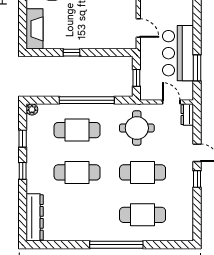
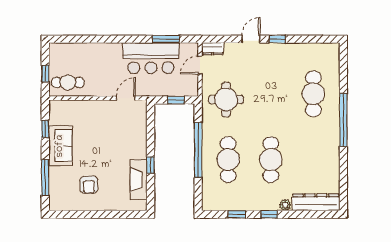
fireplace: (35, 29) -> (138, 180), moved, turned -90
plant: (32, 109) -> (285, 205), moved
cafe table: (143, 172) -> (271, 94), removed

